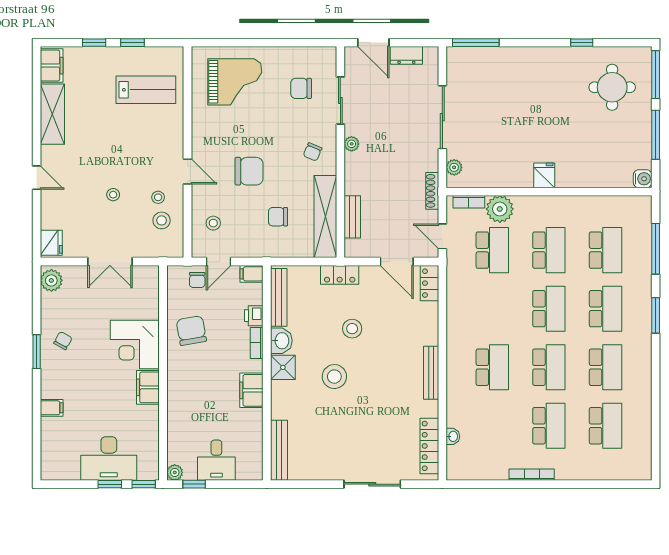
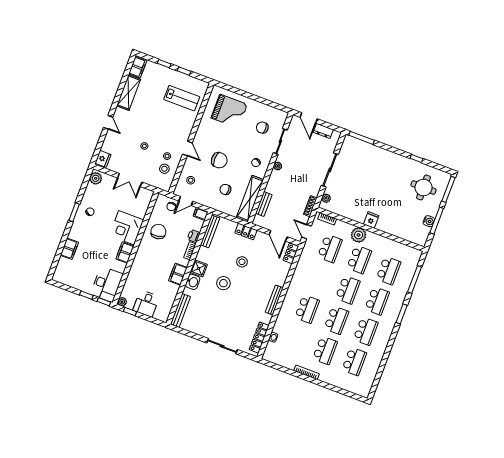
water cooler: (643, 179) -> (429, 221), moved
plant: (500, 209) -> (359, 235), moved
washbasin: (281, 341) -> (193, 282), moved
filing cabinet: (52, 408) -> (69, 249), width x2.00
desk: (109, 459) -> (107, 284), moved, turned -90

